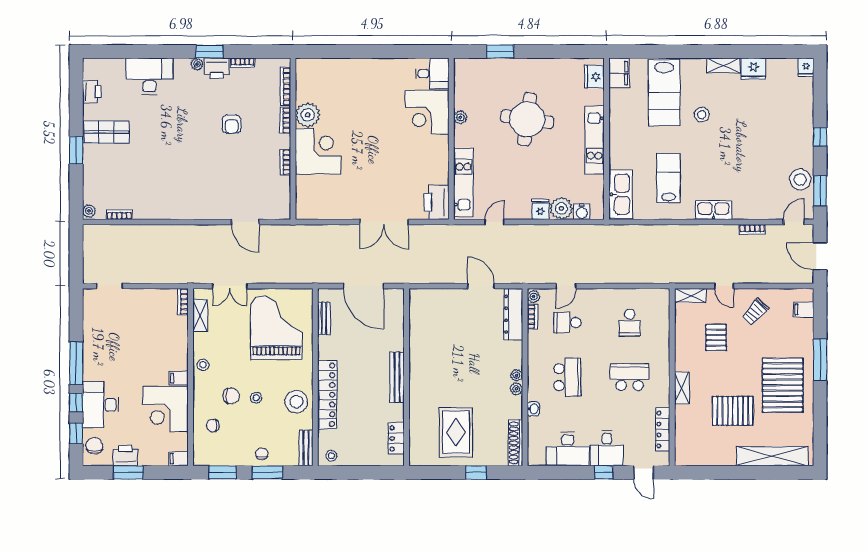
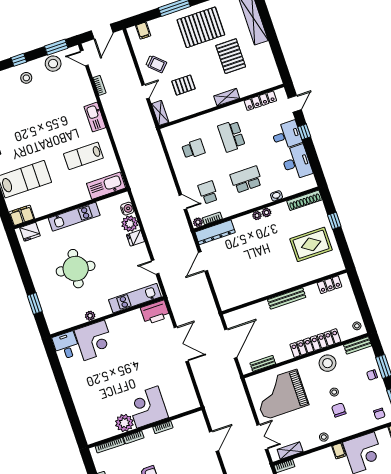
stool: (702, 115) -> (26, 78), moved
school desk: (567, 323) -> (208, 192), turned 180
chair: (213, 426) -> (379, 414), moved

